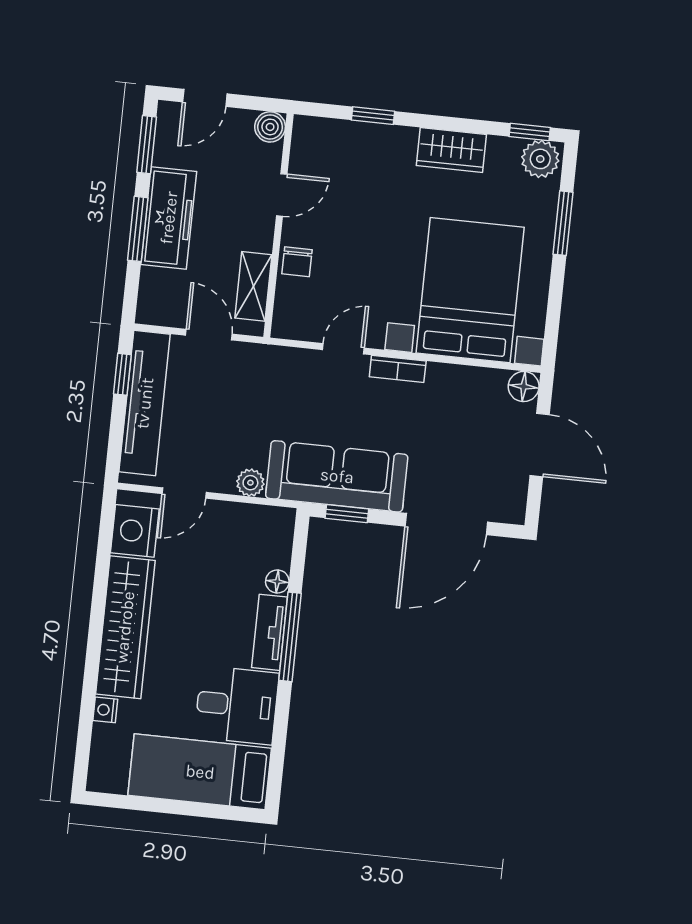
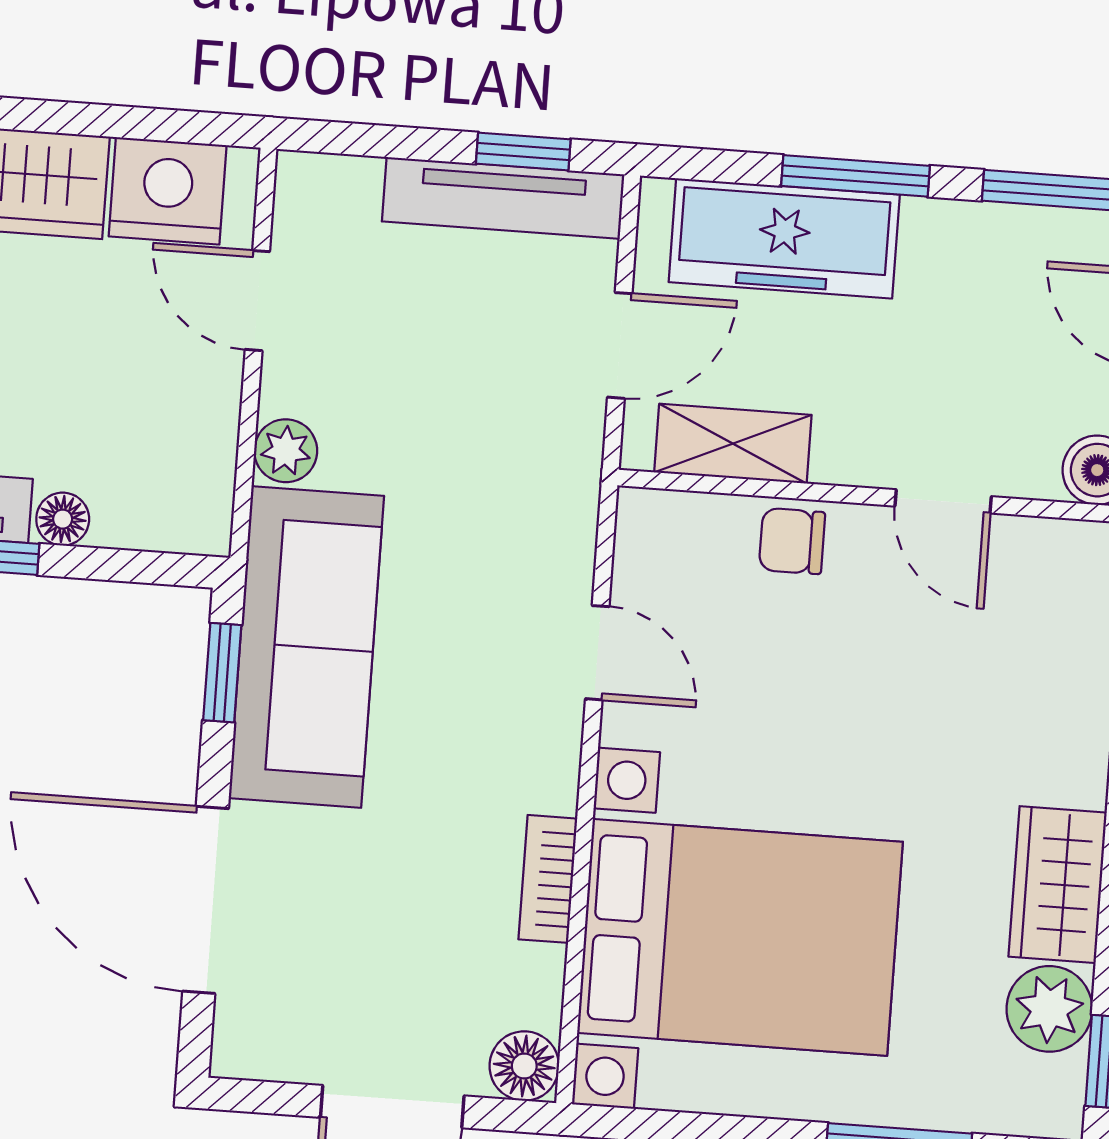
plant: (540, 159) -> (1049, 1009), moved
freezer: (169, 218) -> (784, 238), moved
bookcase: (398, 369) -> (548, 879), moved
tv unit: (145, 403) -> (503, 198), width x0.73, depth x0.78

